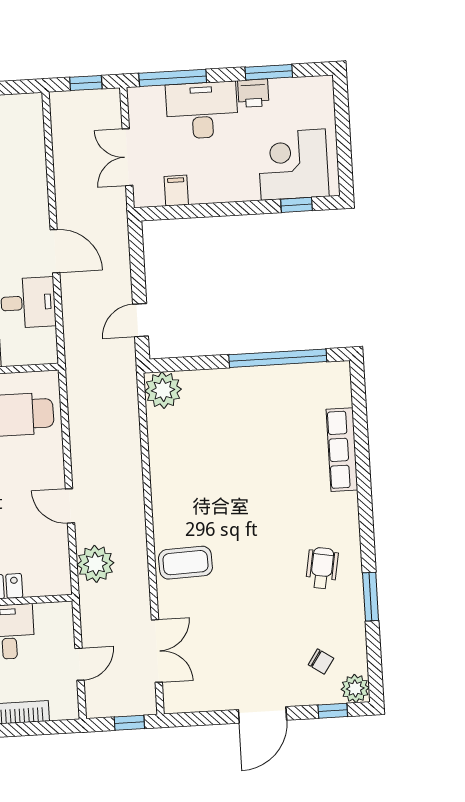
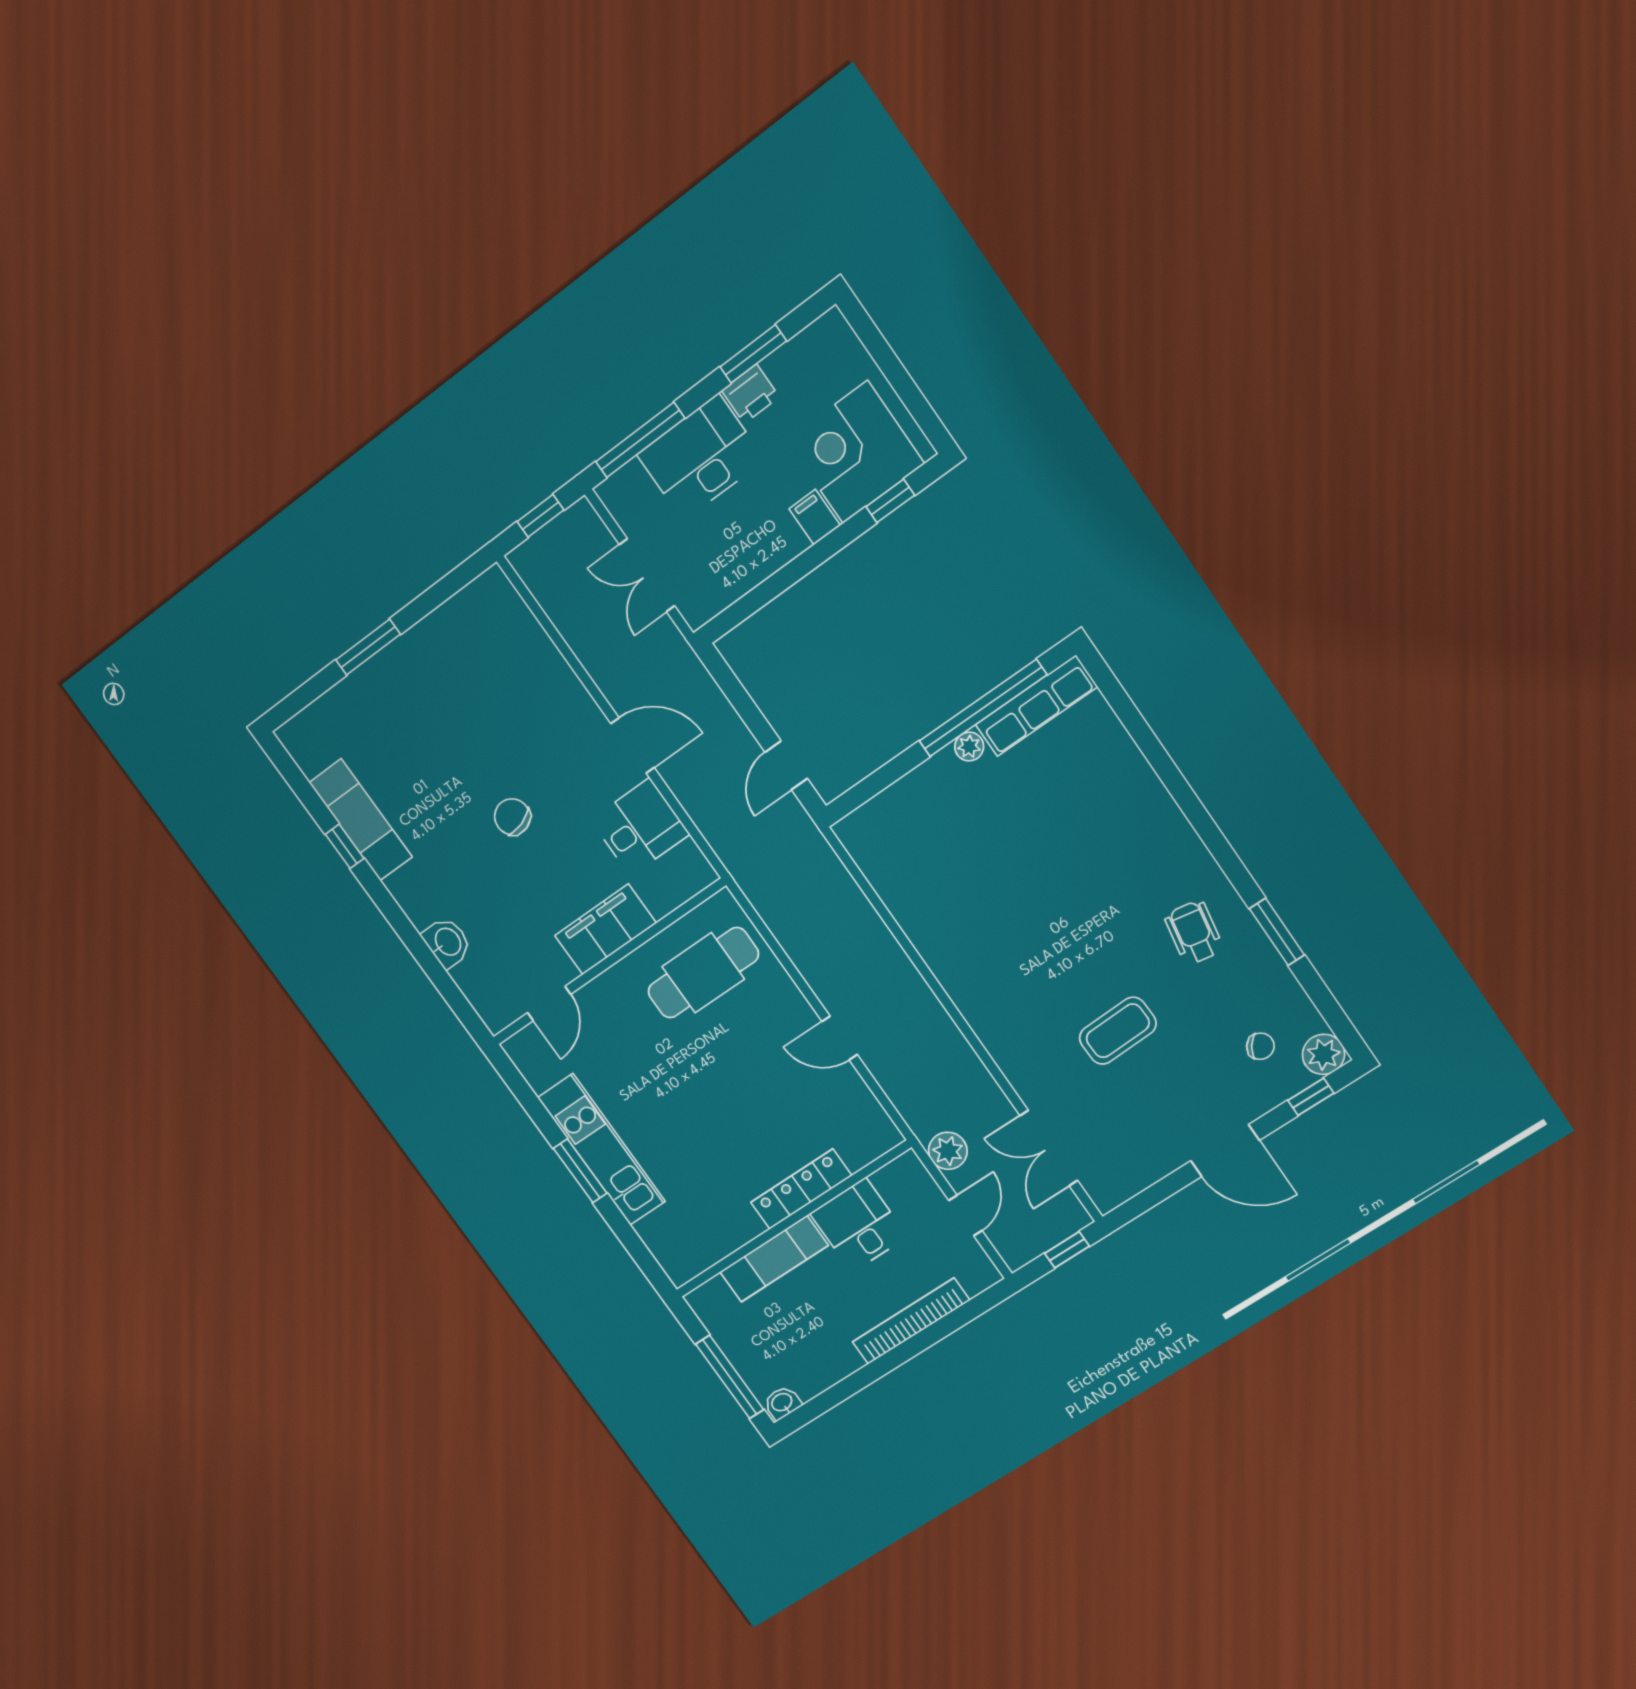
filing cabinet: (176, 191) -> (815, 517), moved
plant: (163, 390) -> (969, 747), moved, width x0.53, depth x0.53
row of seats: (342, 450) -> (1036, 706), moved, turned -90
coffee table: (185, 563) -> (1118, 1031), moved
plant: (95, 564) -> (948, 1151), moved, width x0.73, depth x0.73
double door: (157, 651) -> (1049, 1148), swing flipped
door: (263, 715) -> (1225, 1151), hinge flipped

